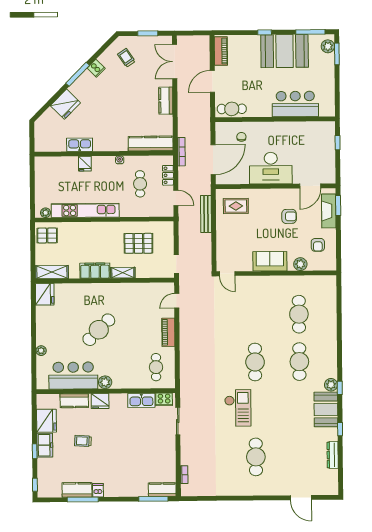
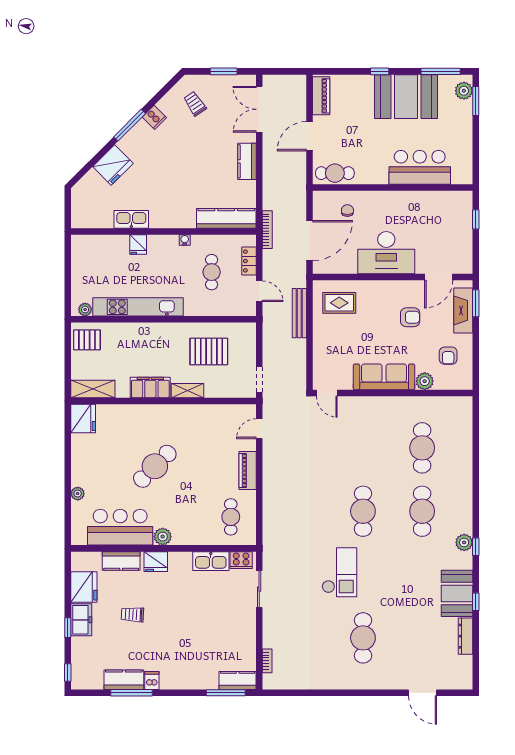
sofa: (270, 261) -> (384, 377), width x1.36
booth: (326, 409) -> (457, 593), moved

